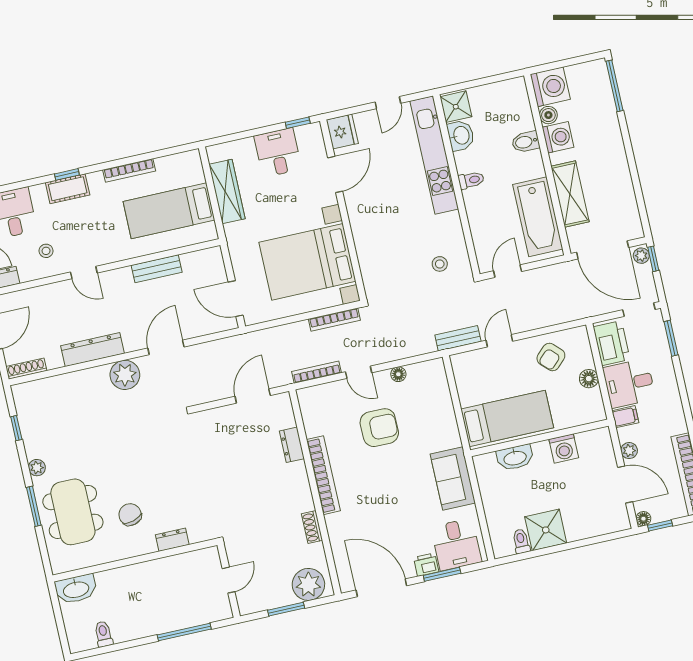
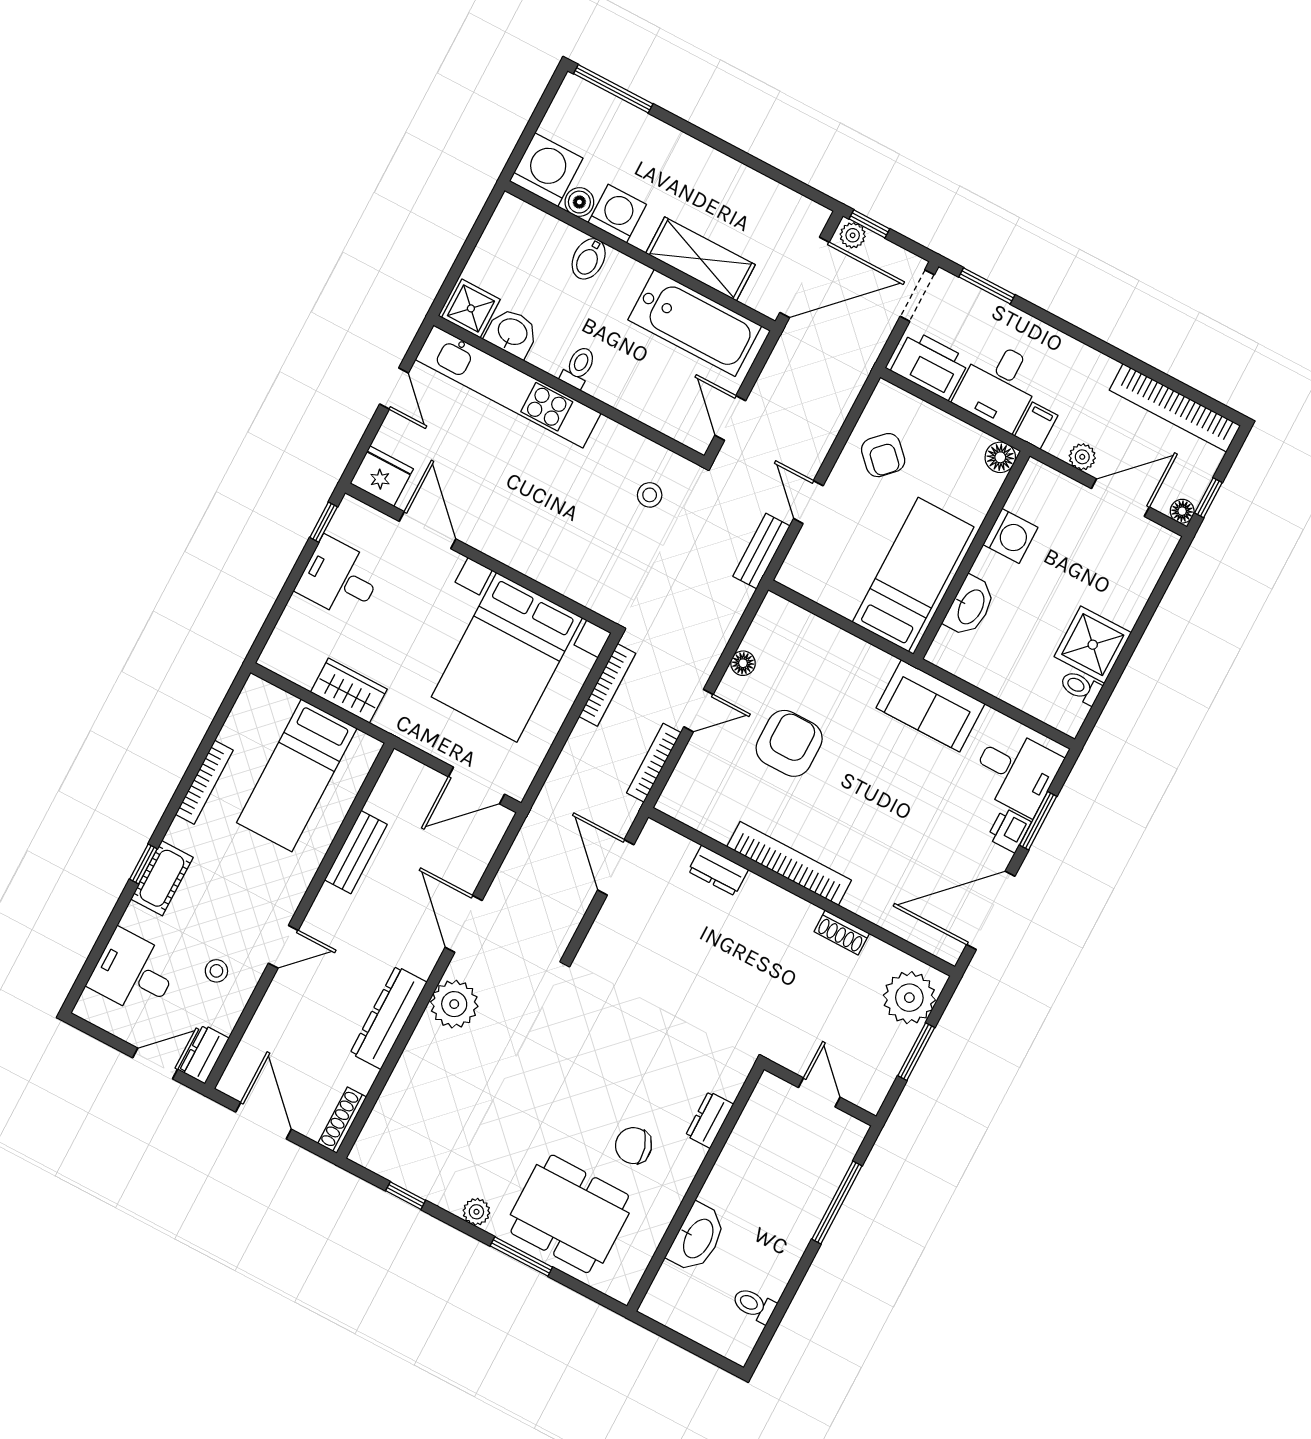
wardrobe: (227, 191) -> (349, 691), width x0.67
floor lamp: (589, 379) -> (1000, 457), moved
washbasin: (76, 589) -> (697, 1238), moved

